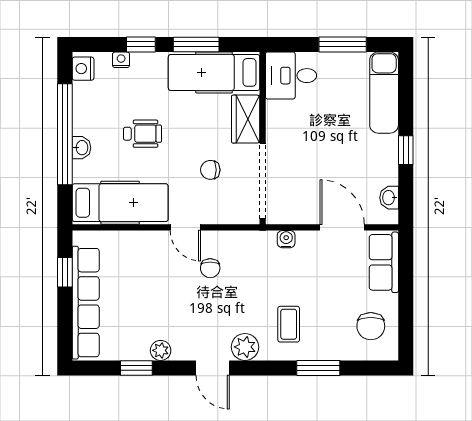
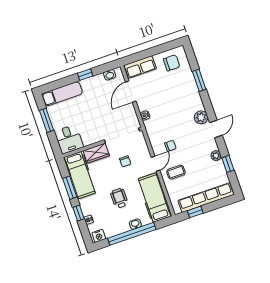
coffee table: (289, 324) -> (176, 172), moved

